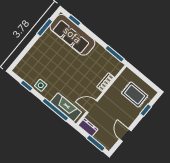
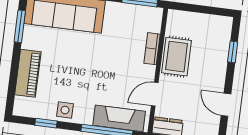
piano: (34, 54) -> (28, 73), added
rug: (135, 95) -> (177, 57), moved, turned 90

